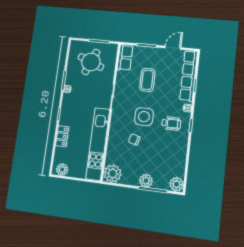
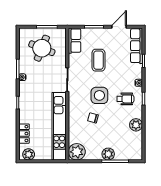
row of seats: (189, 76) -> (137, 46), width x0.73
locker: (62, 136) -> (24, 134), moved
plant: (176, 184) -> (136, 125), moved

